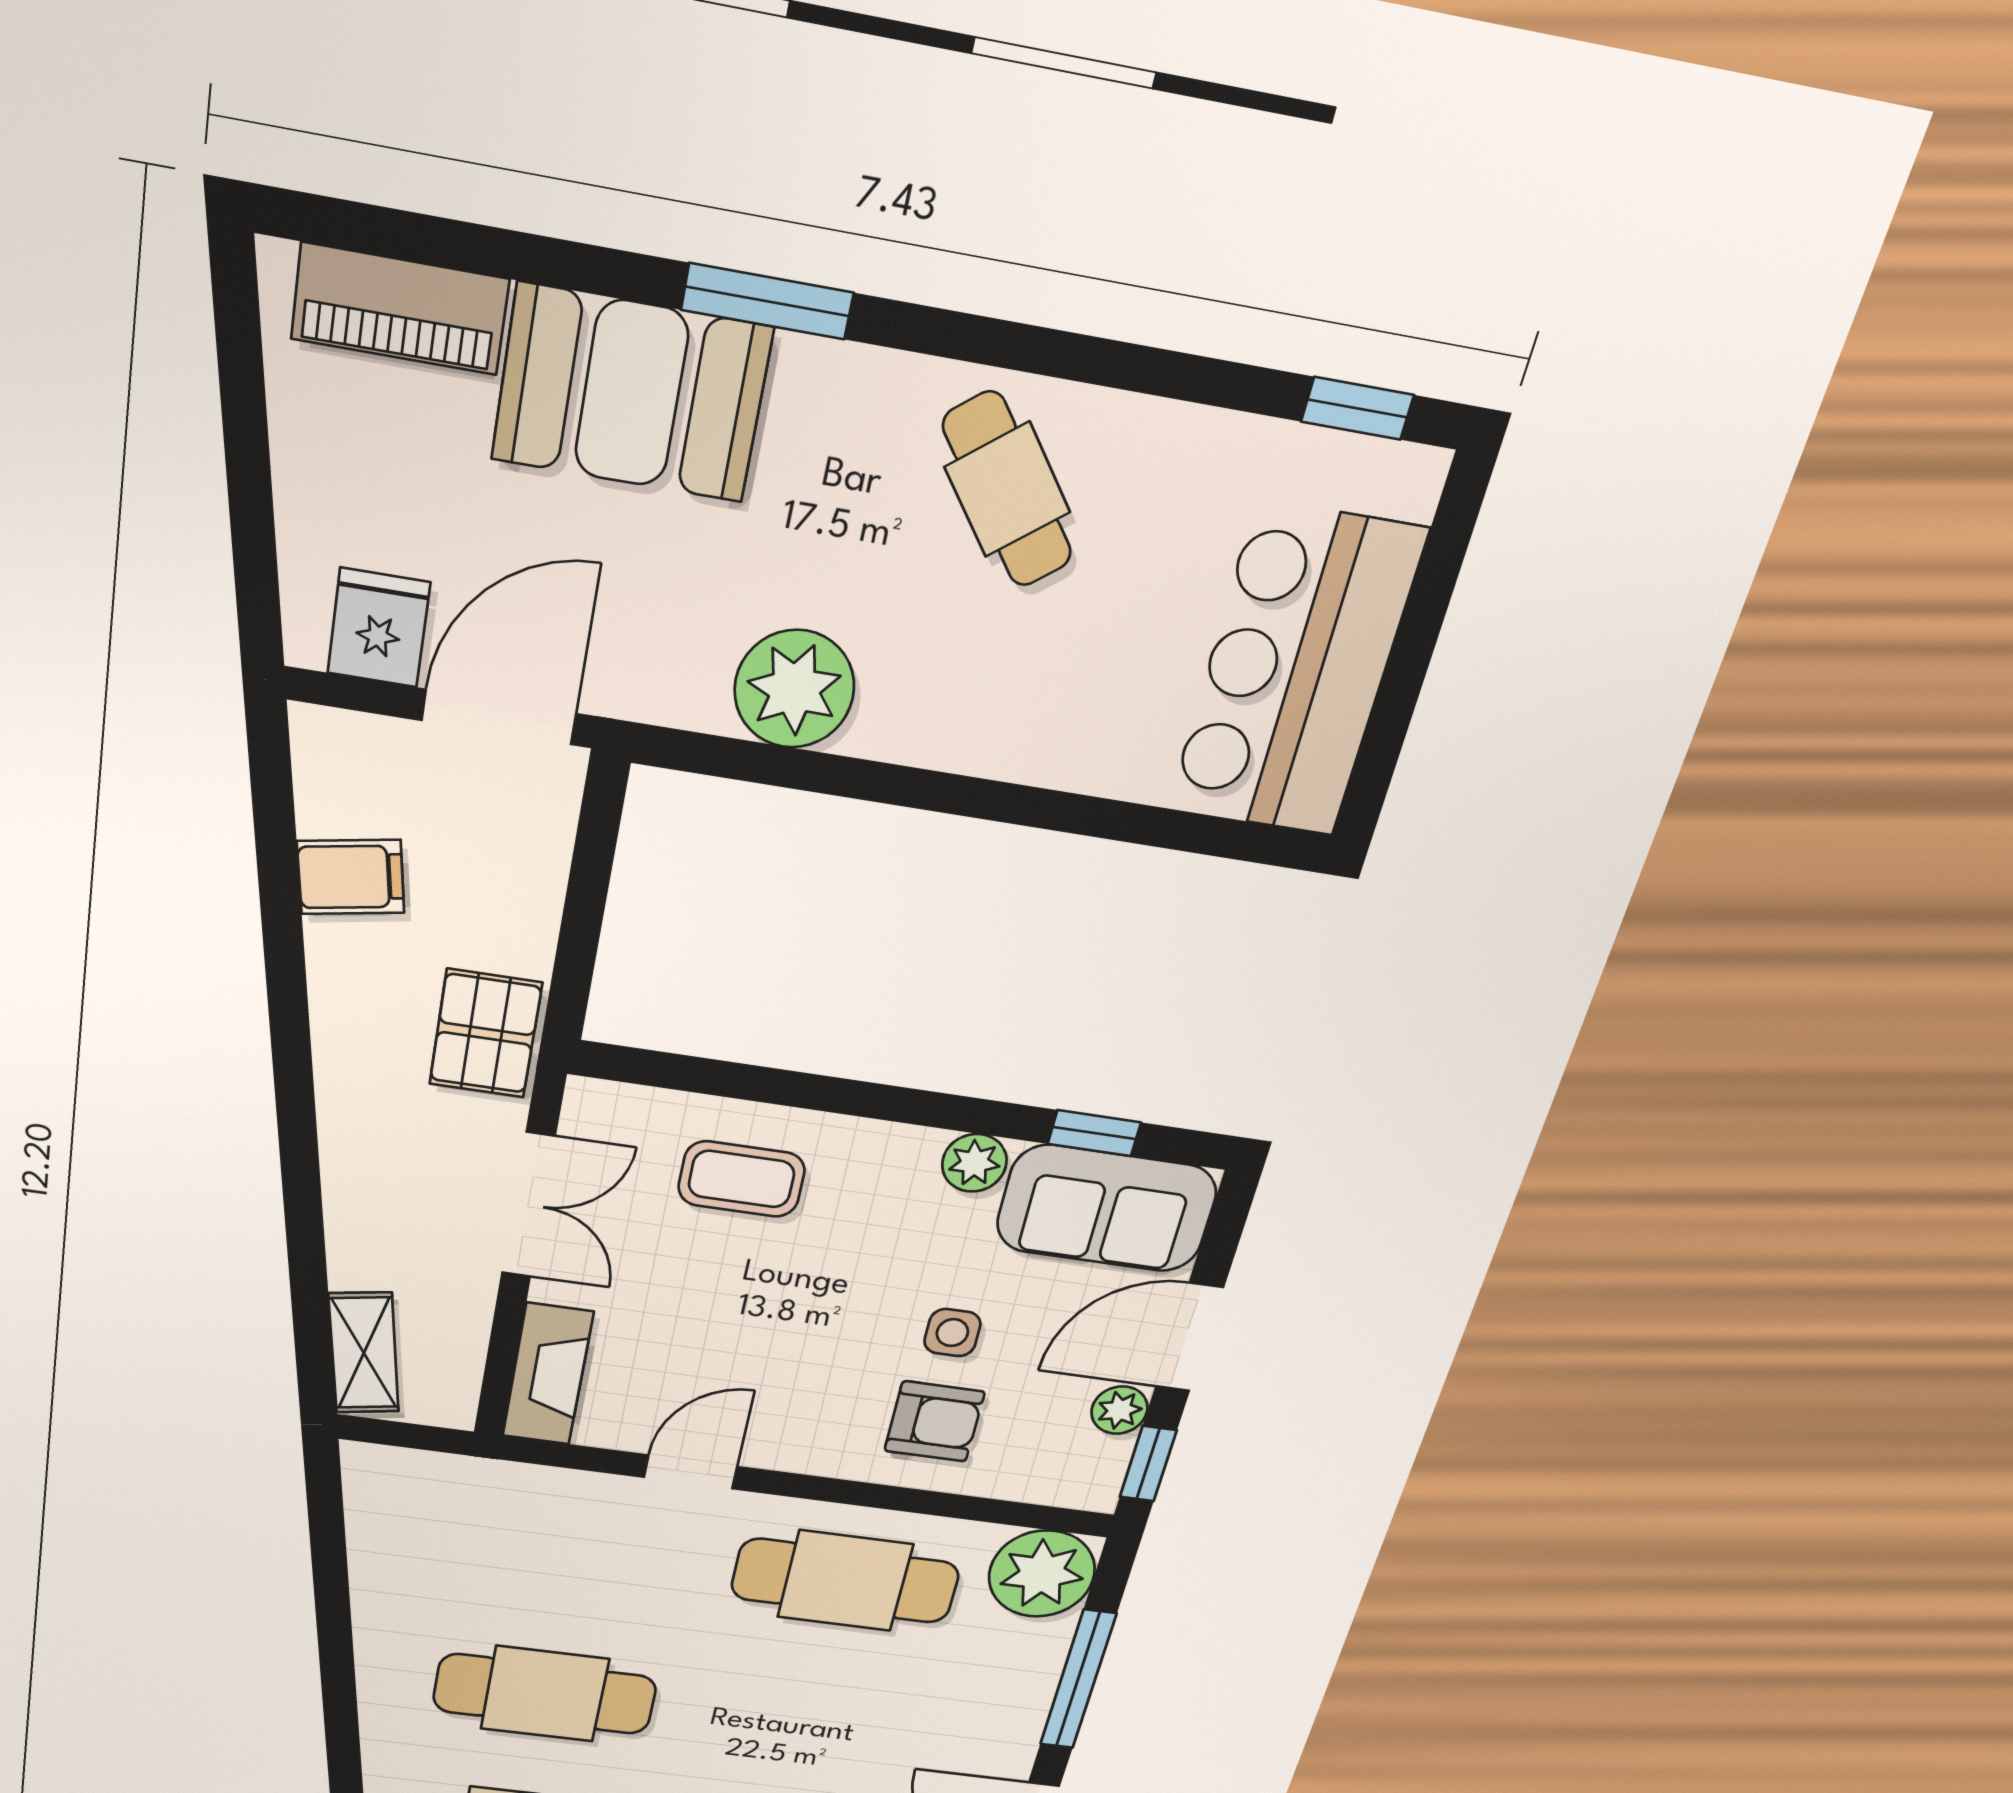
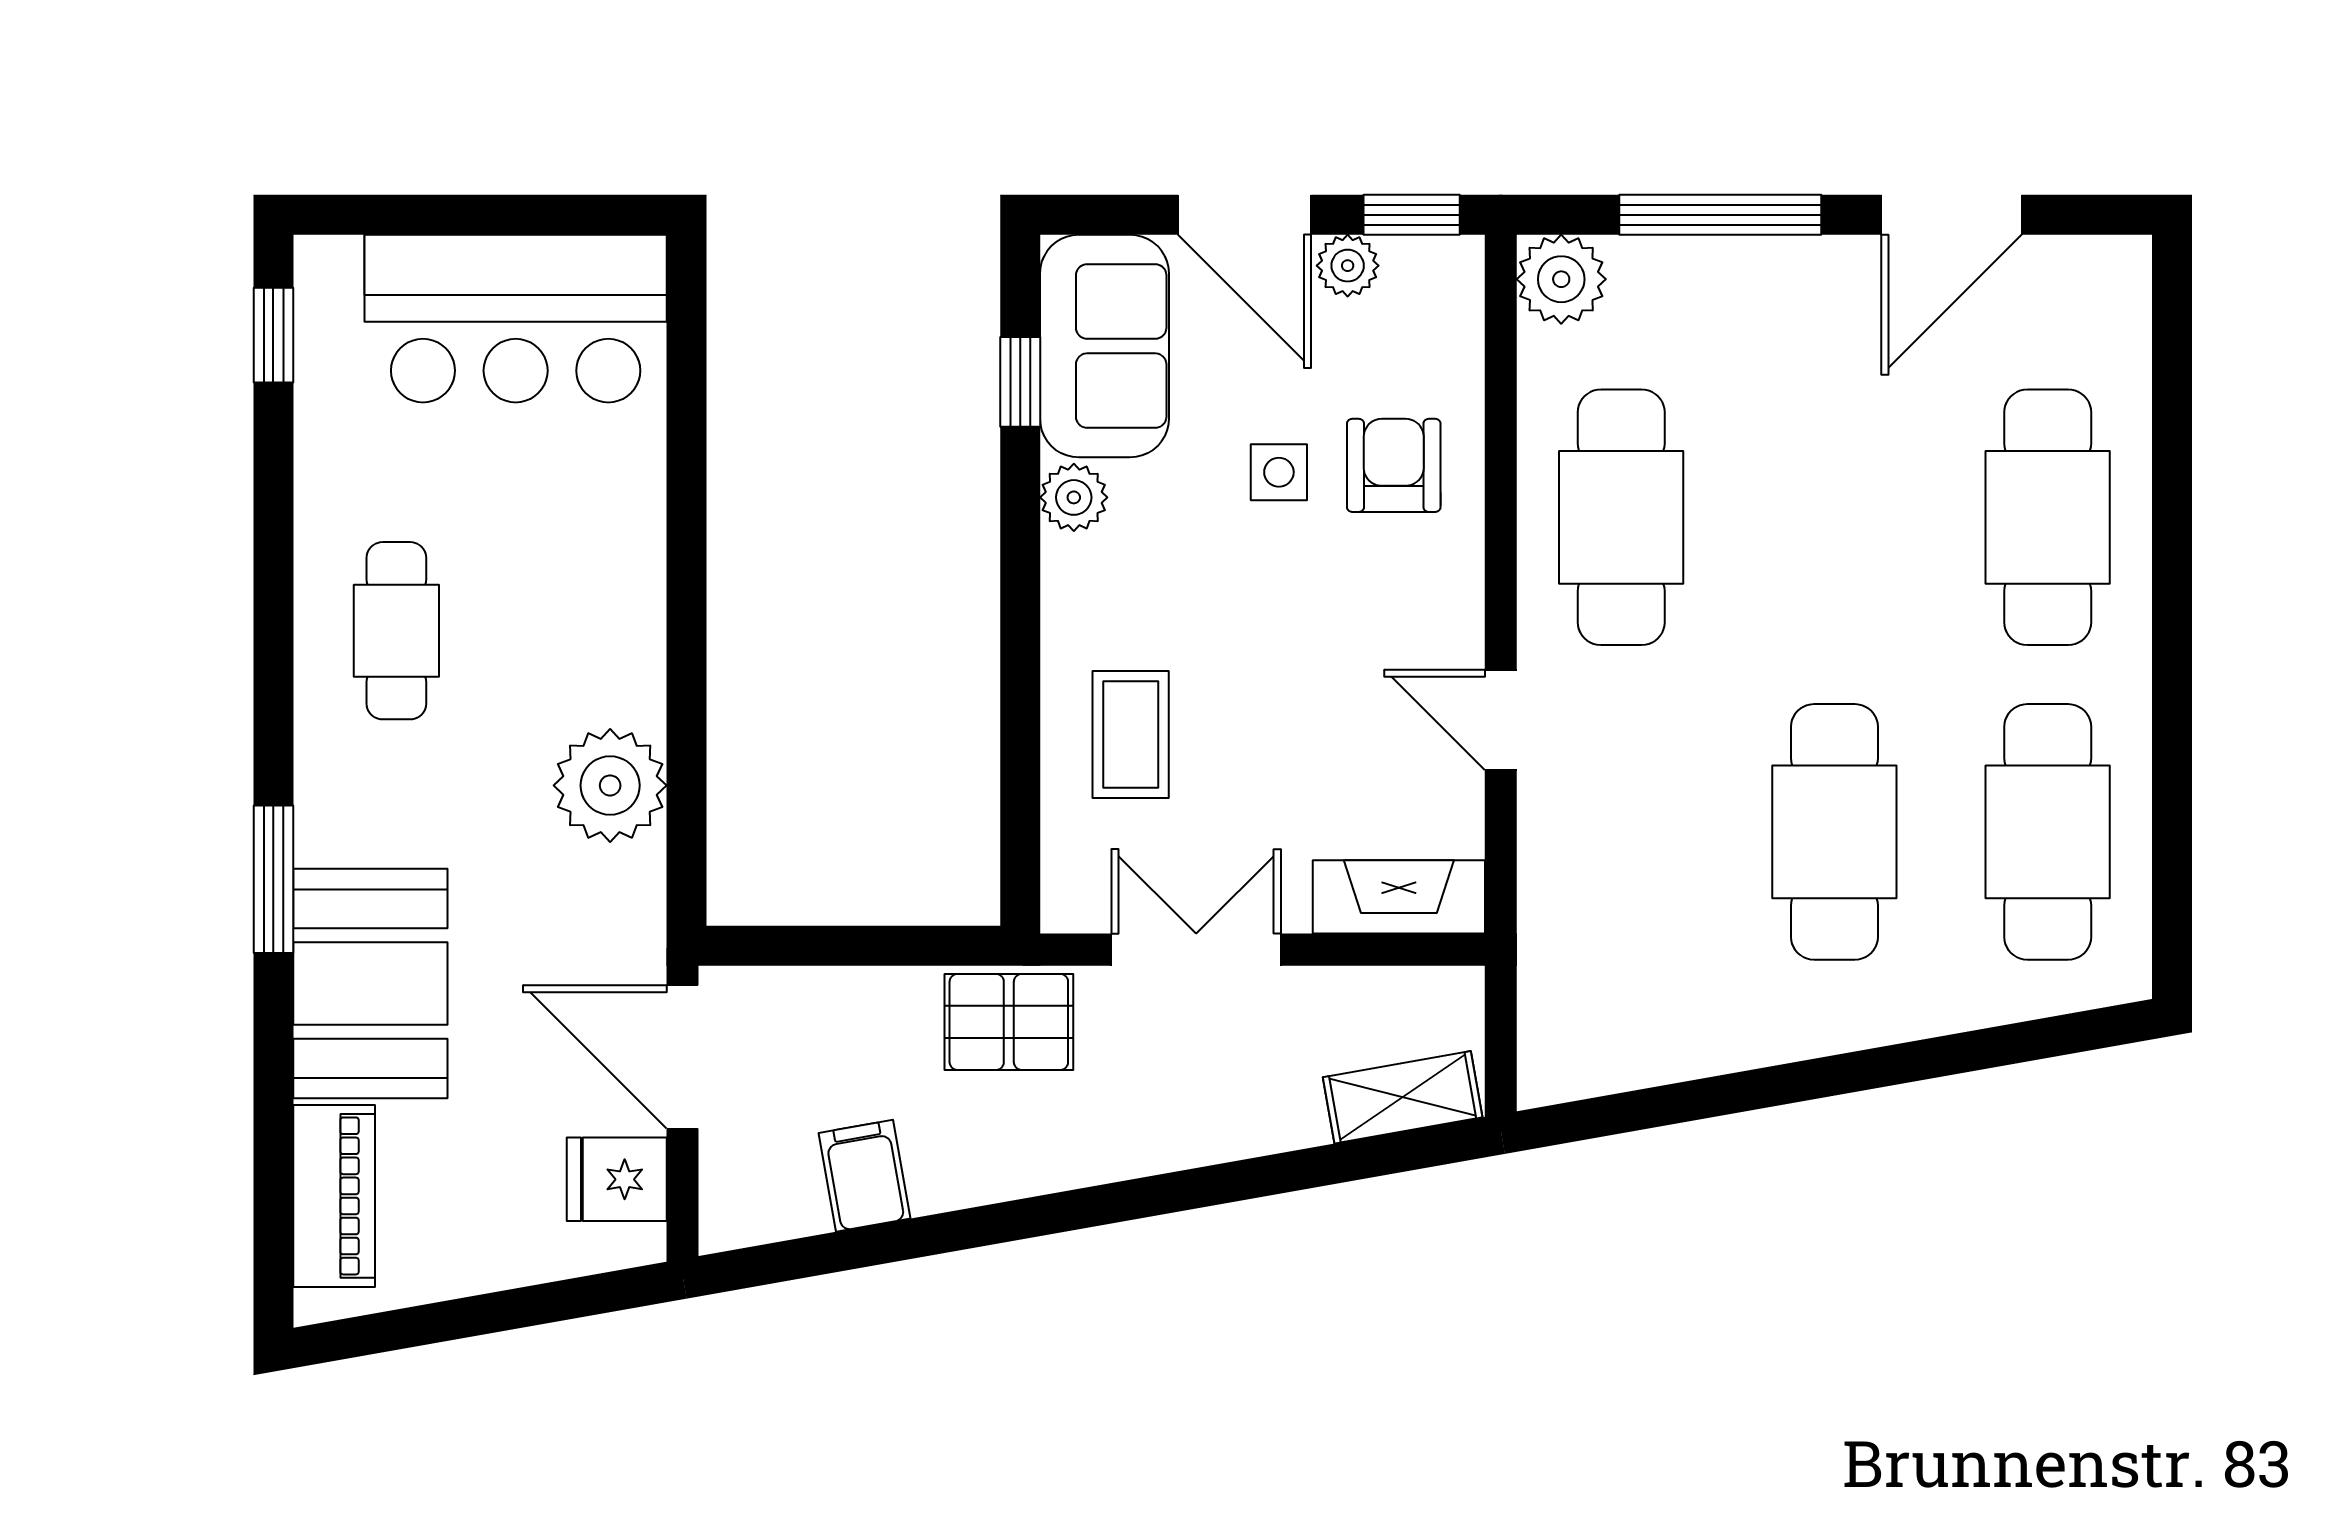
cafe table: (1007, 490) -> (396, 631), turned -52
plant: (1042, 1574) -> (1561, 279), width x0.73, depth x0.73

